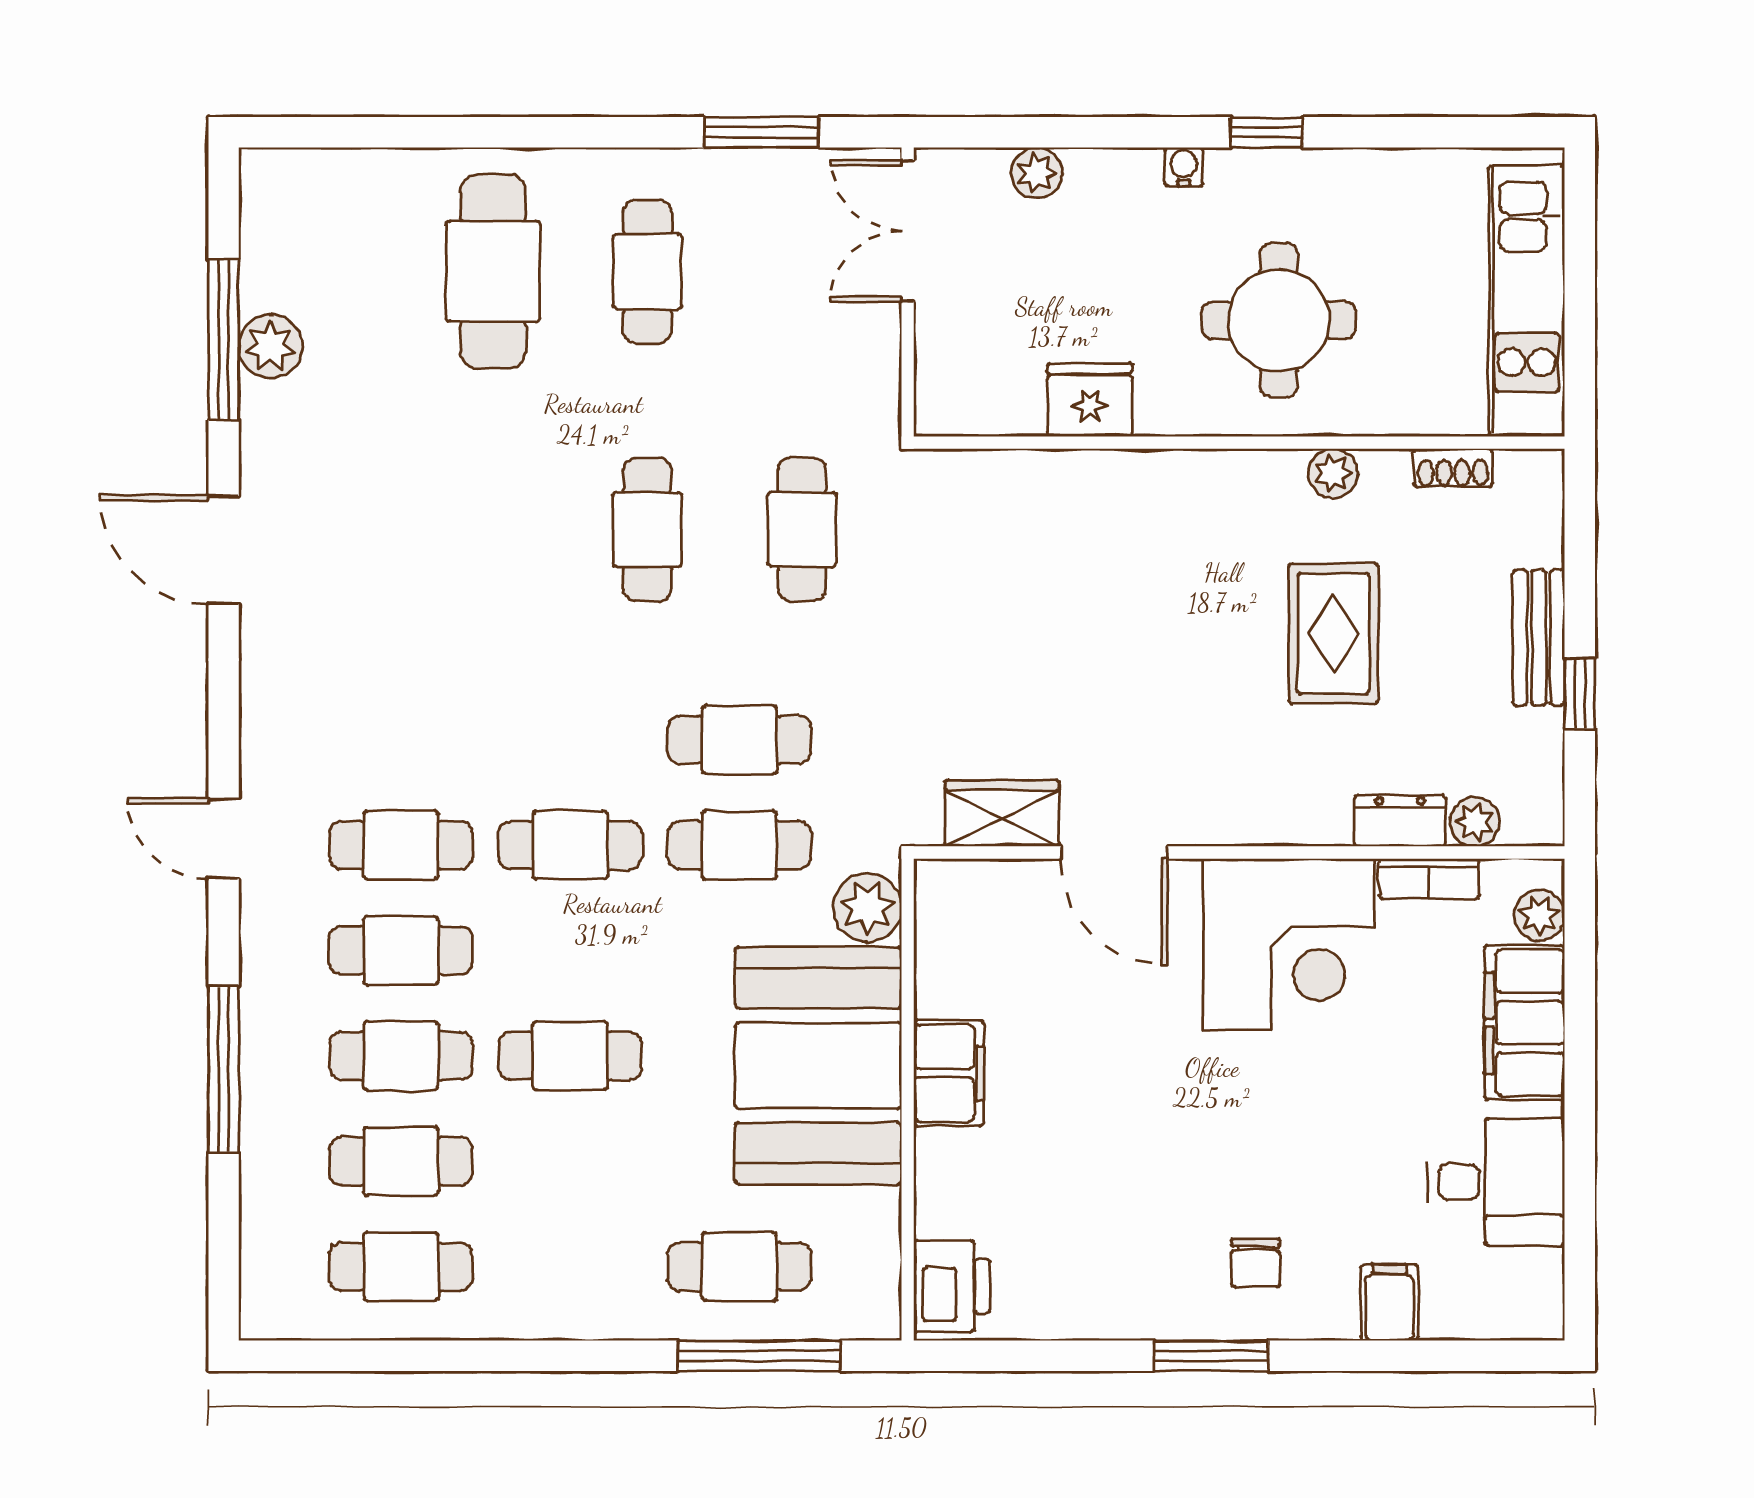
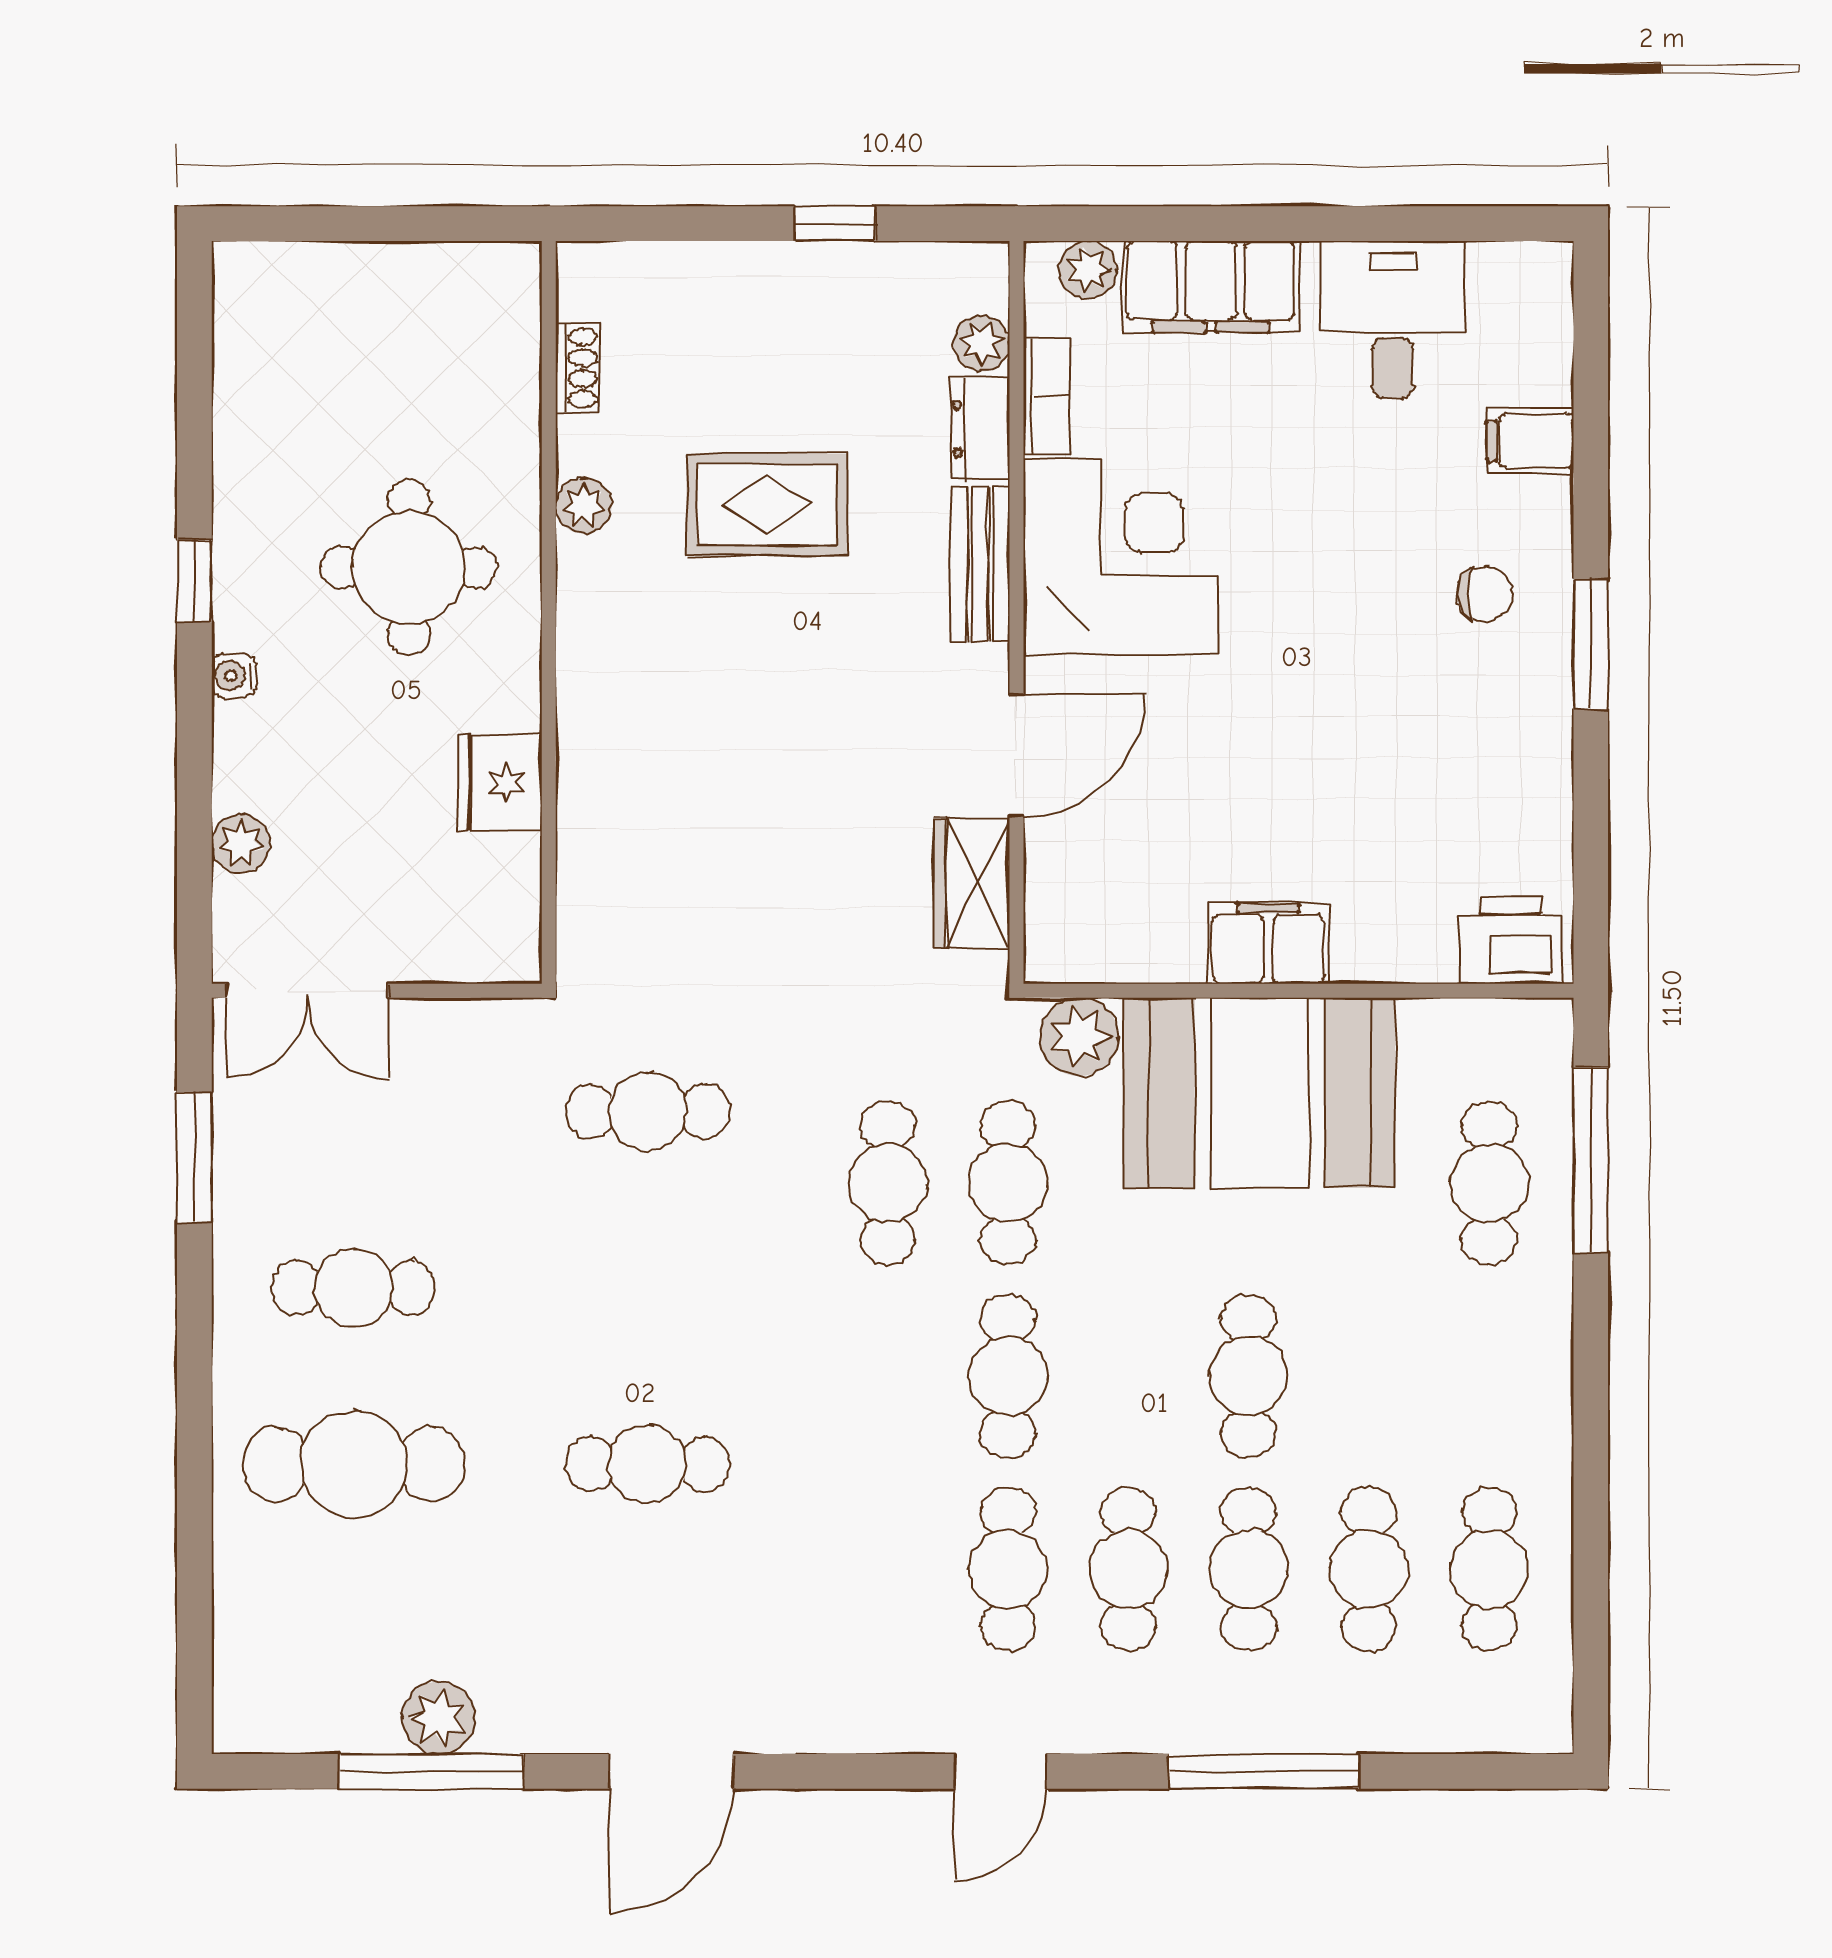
kitchen unit: (1527, 300) -> (386, 284), removed
cafe table: (647, 529) -> (648, 1464), moved
bench: (1539, 638) -> (980, 564), moved, turned 90

